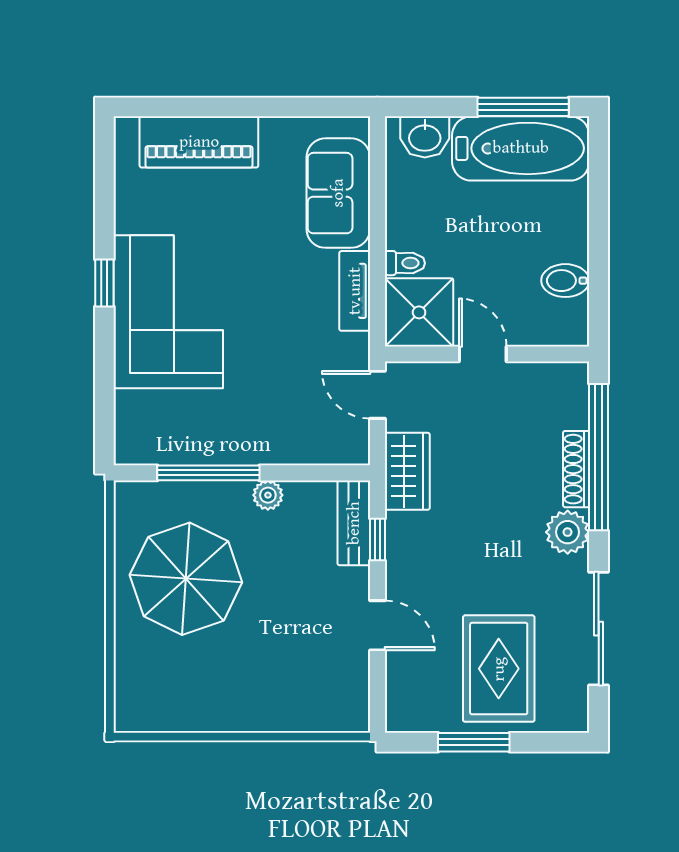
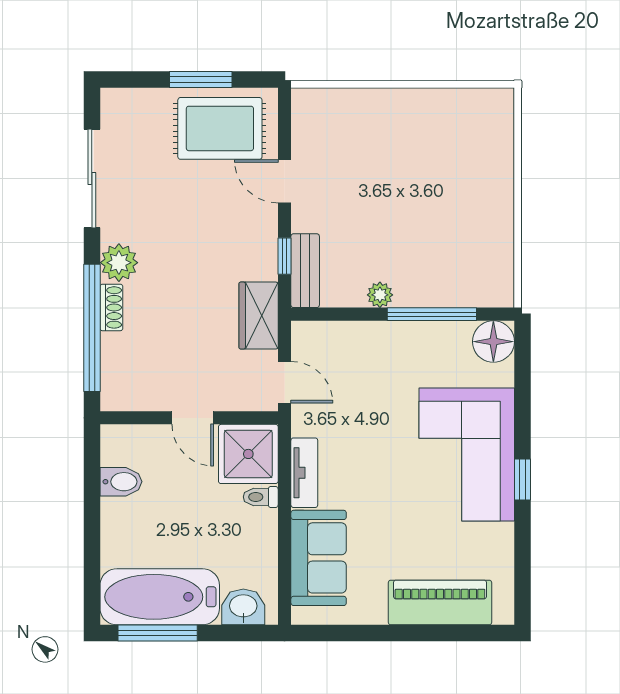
floor lamp: (138, 441) -> (493, 342), added
shoe rack: (576, 469) -> (111, 307), width x0.70
parasol: (186, 579) -> (451, 222), removed
rug: (499, 669) -> (220, 128), moved, turned 90

